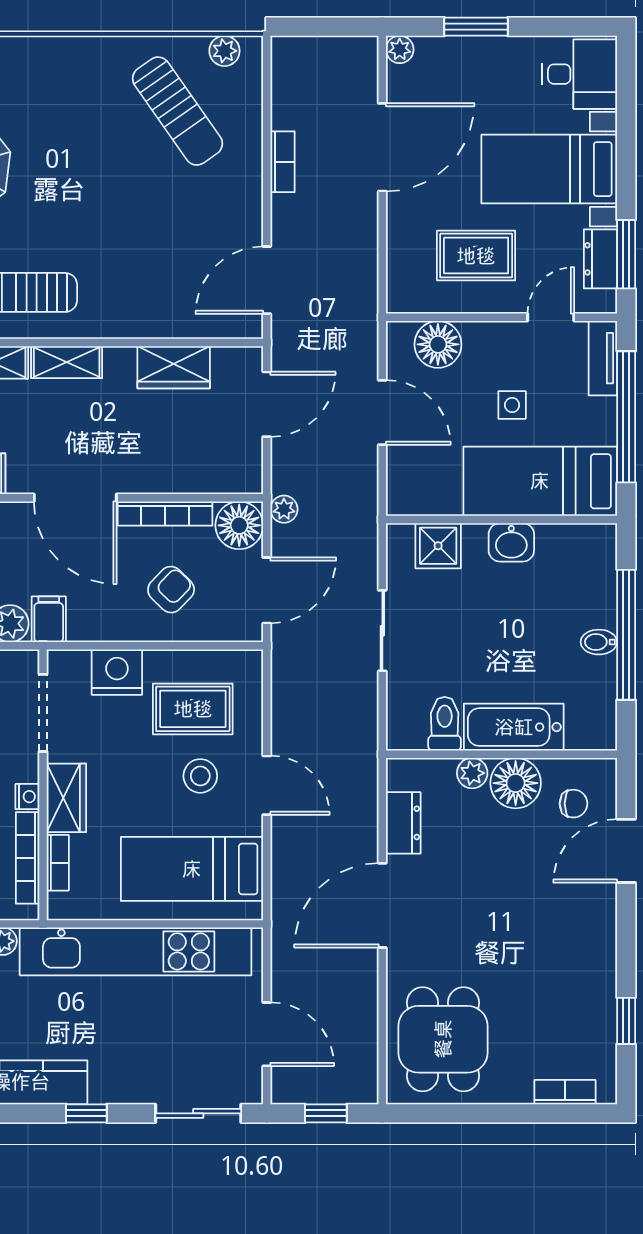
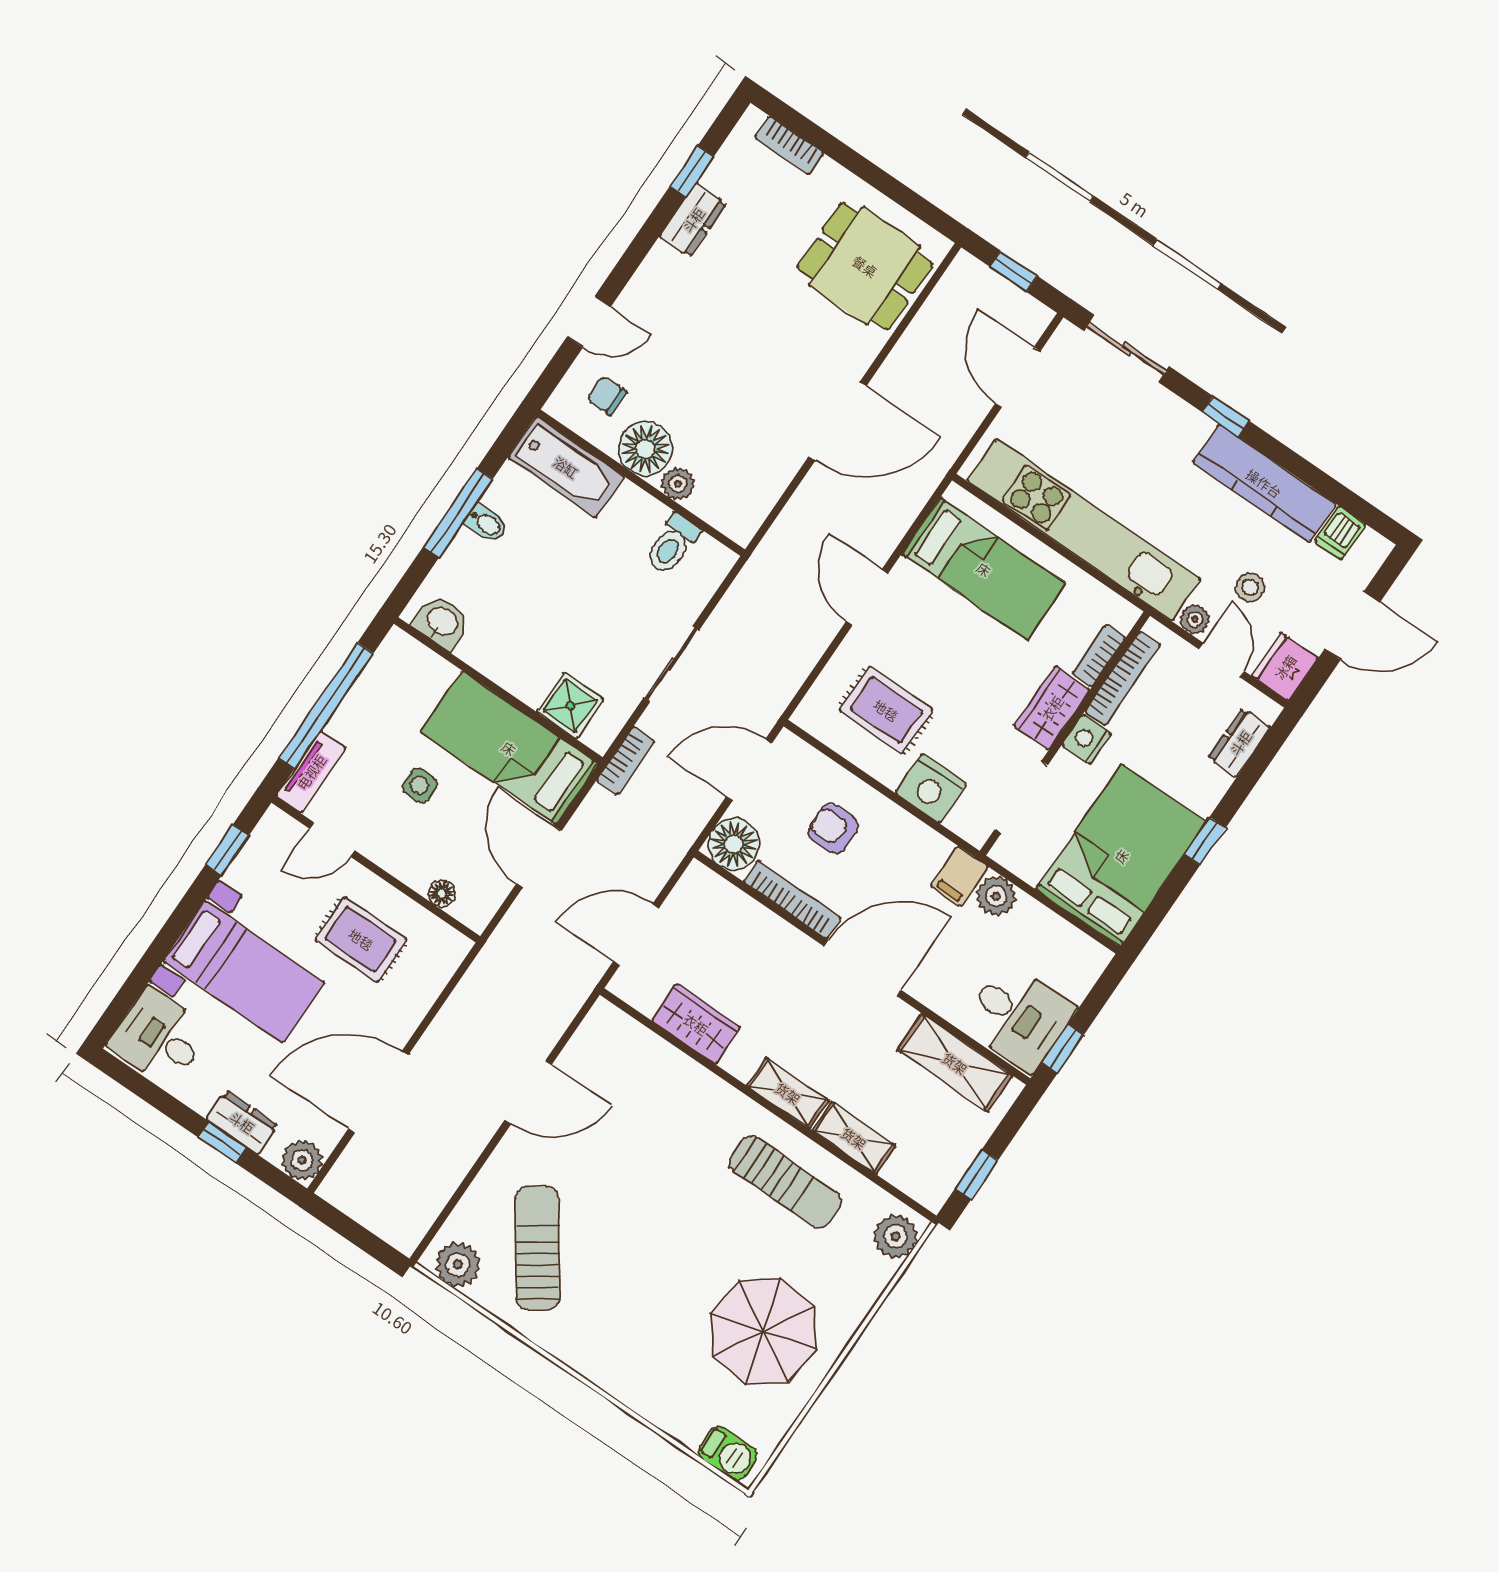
window: (476, 27) -> (222, 1142), width x0.67
plant: (400, 49) -> (302, 1160), width x1.38, depth x1.38
plant: (224, 51) -> (458, 1265), width x1.38, depth x1.38
bookcase: (283, 162) -> (626, 761), moved, turned 180
window: (626, 254) -> (227, 850), width x0.67
dresser: (600, 259) -> (242, 1122), moved, turned -90
door: (267, 280) -> (528, 1092), moved
floor lamp: (438, 344) -> (442, 894), width x0.53, depth x0.53
bed: (540, 481) -> (509, 748), moved, turned 180
door: (75, 498) -> (862, 968), hinge flipped
plant: (284, 509) -> (684, 831), removed
washbasin: (511, 542) -> (442, 622), moved
armchair: (171, 590) -> (833, 829), turned 46
window: (626, 635) -> (458, 513), width x0.68
bathtub: (514, 727) -> (566, 467), moved
stool: (200, 776) -> (920, 646), removed
nightstand: (27, 797) -> (1086, 739), width x1.39, depth x1.35
dresser: (403, 823) -> (693, 220), moved, turned 180
door: (626, 851) -> (589, 322), width x0.73
dining table: (443, 1039) -> (865, 266), turned 90

